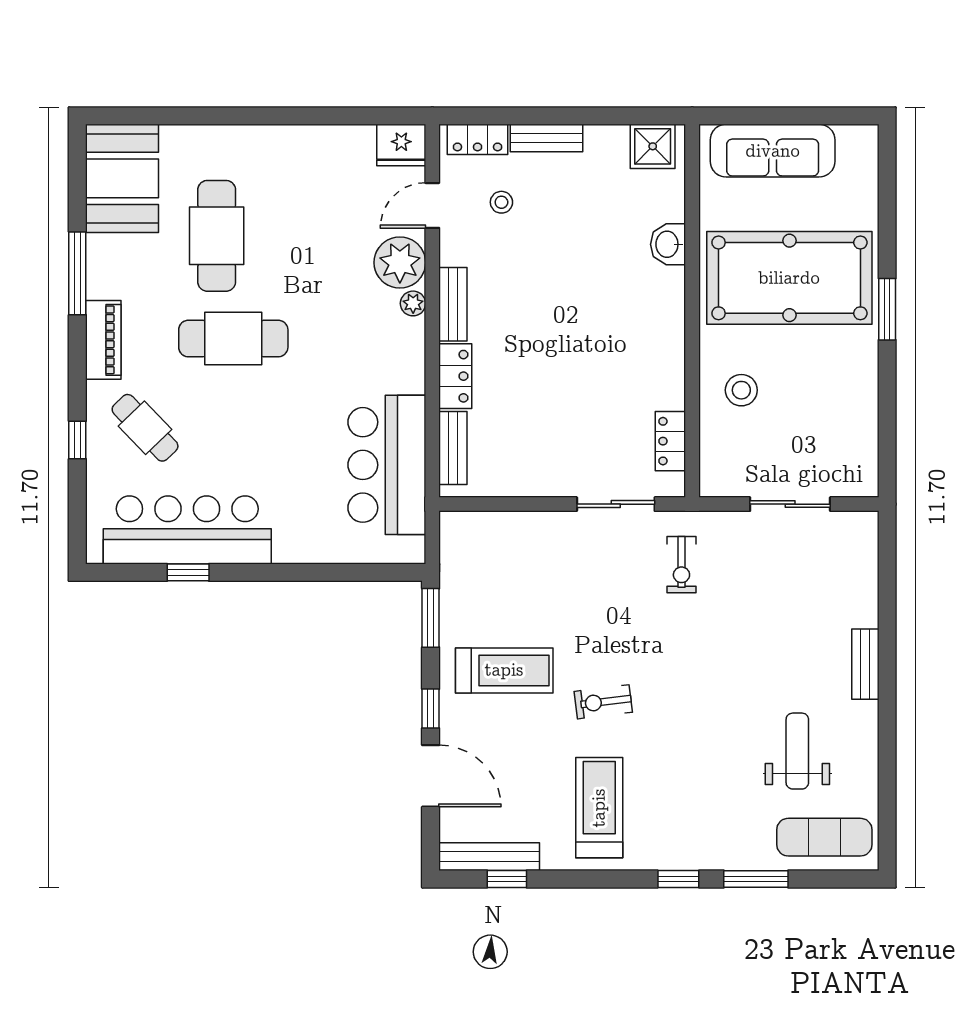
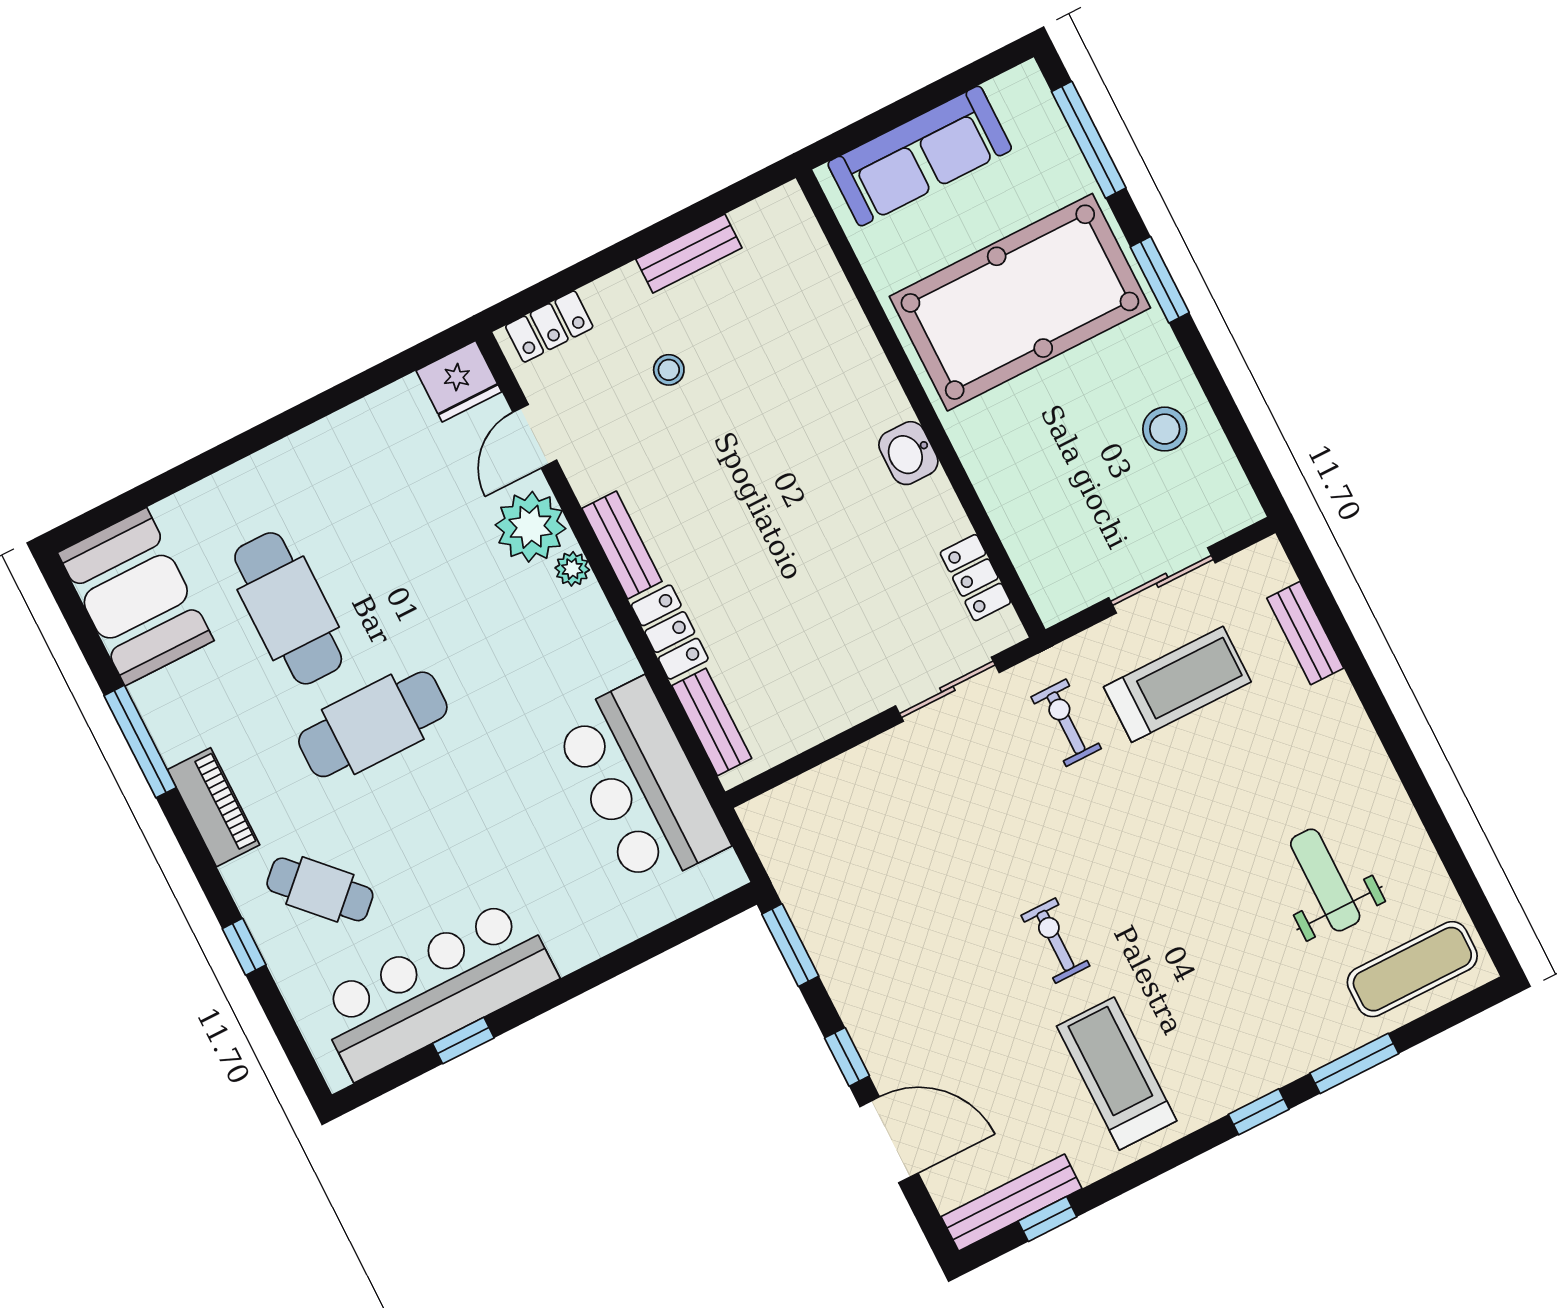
bench: (547, 138) -> (689, 254), moved
shower: (653, 146) -> (769, 226), removed
window: (887, 196) -> (1089, 140), added
stool: (501, 202) -> (669, 370), moved
washbasin: (668, 244) -> (908, 453), moved
stool: (741, 390) -> (1165, 429), moved
exercise bike: (681, 565) -> (1066, 723), turned 180
bench: (865, 664) -> (1305, 633), moved
treadmill: (504, 670) -> (1177, 684), moved
exercise bike: (603, 702) -> (1055, 941), turned 97

